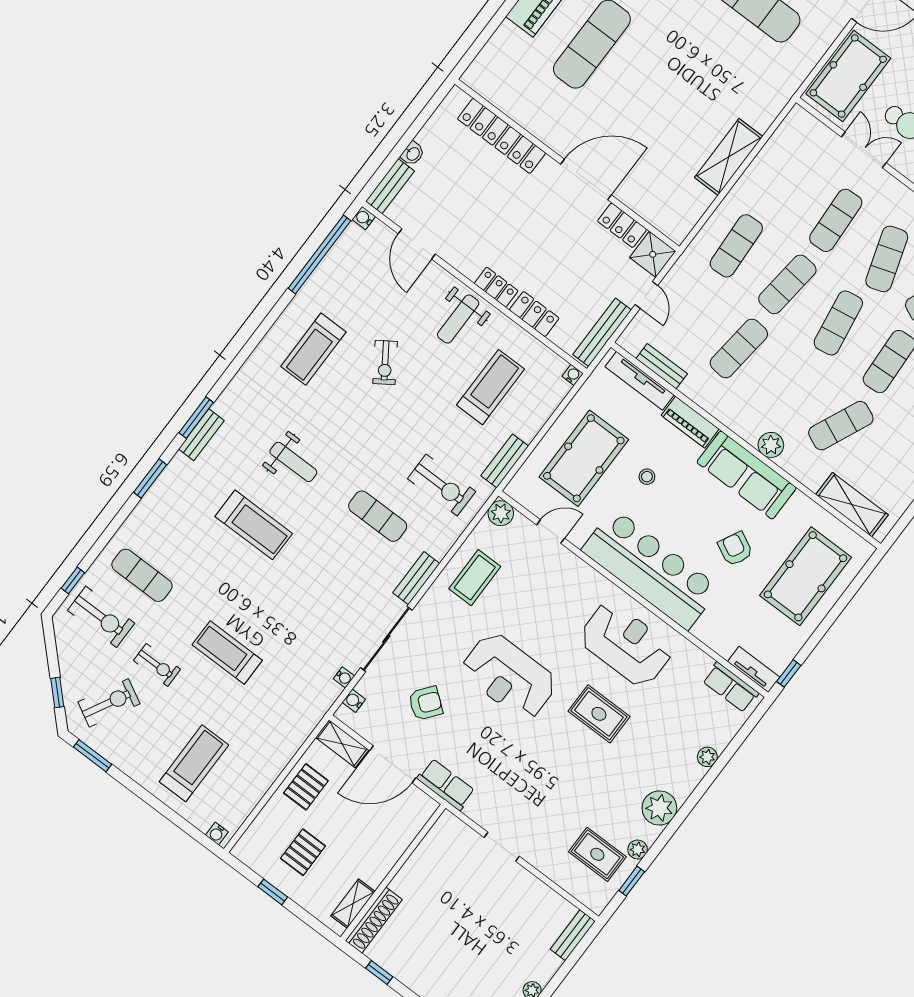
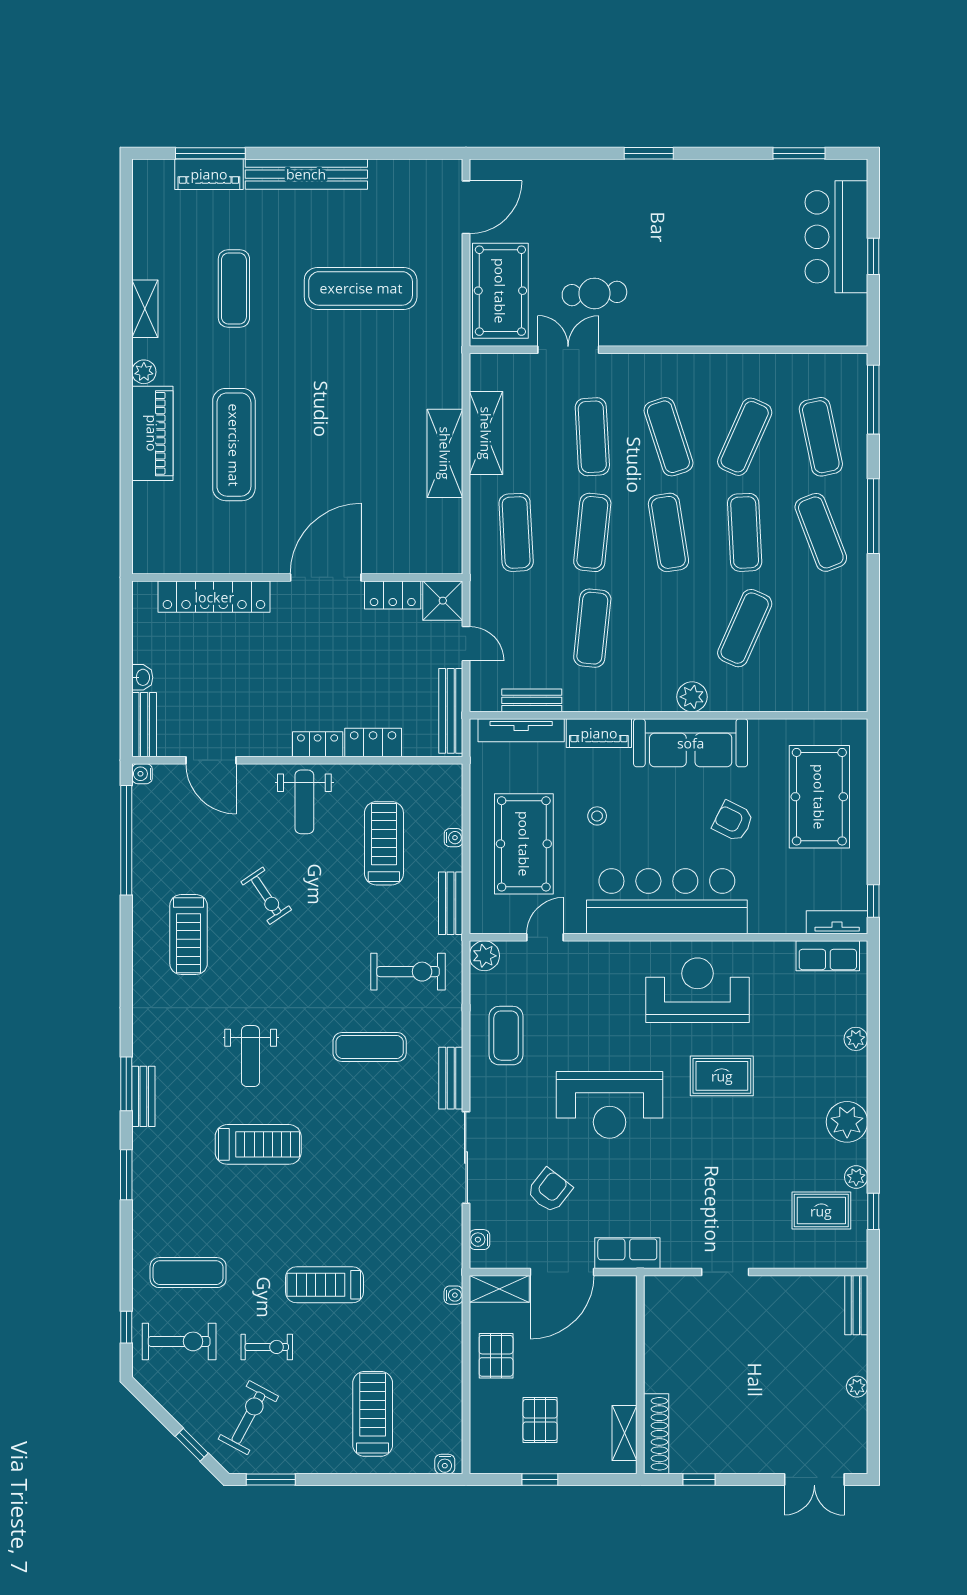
water cooler: (573, 375) -> (453, 838), moved, turned 90
weight bench: (293, 462) -> (251, 1056), turned 90
shelving: (852, 505) -> (486, 433), moved, turned 90
water cooler: (344, 677) -> (453, 1295), moved

